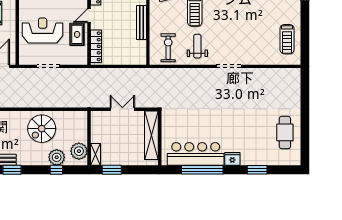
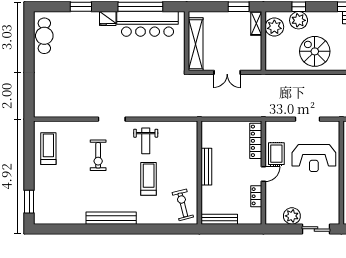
exercise bike: (168, 48) -> (98, 155), moved
spiral stairs: (42, 129) -> (315, 51), turned -90
cafe table: (285, 132) -> (44, 36), moved

